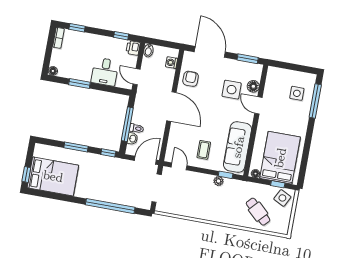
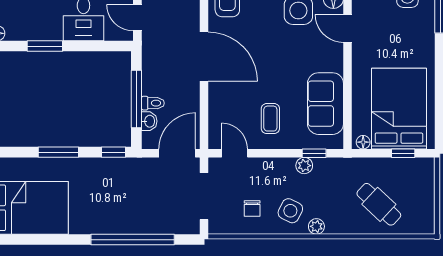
sofa: (238, 147) -> (325, 104), width x0.73
side table: (282, 198) -> (290, 211), moved
chair: (183, 201) -> (252, 209), added
plant: (219, 218) -> (316, 226), added

